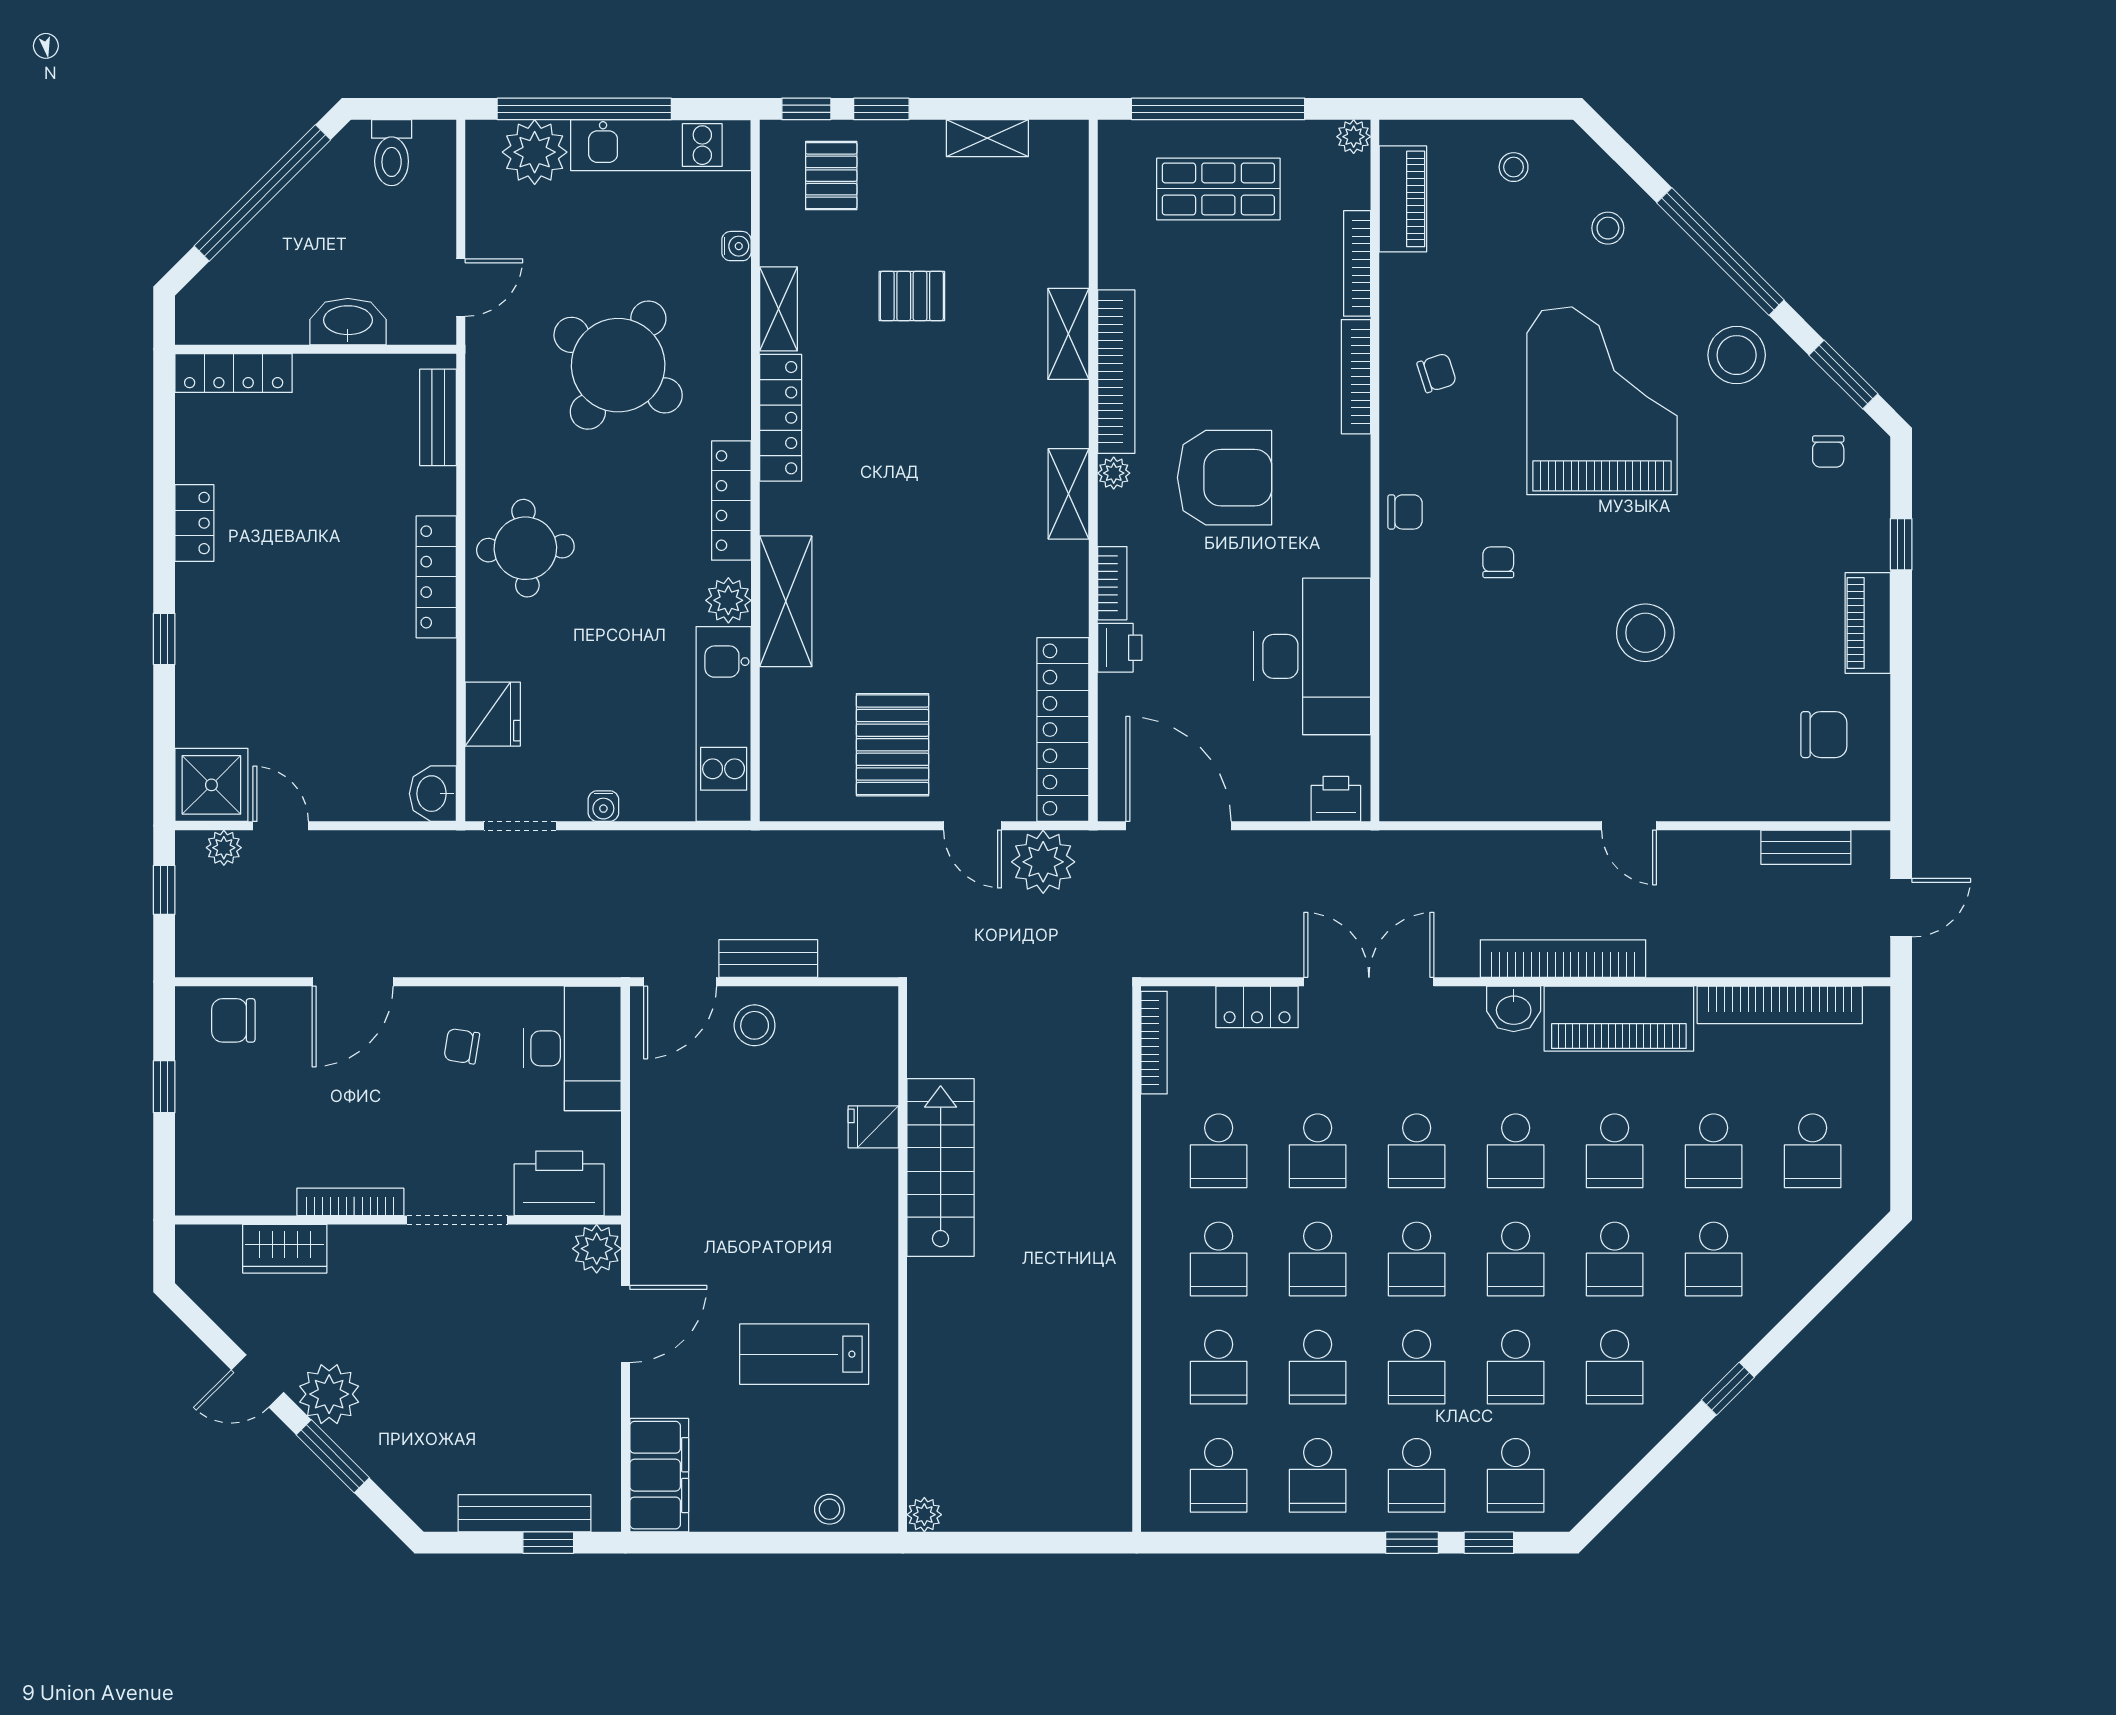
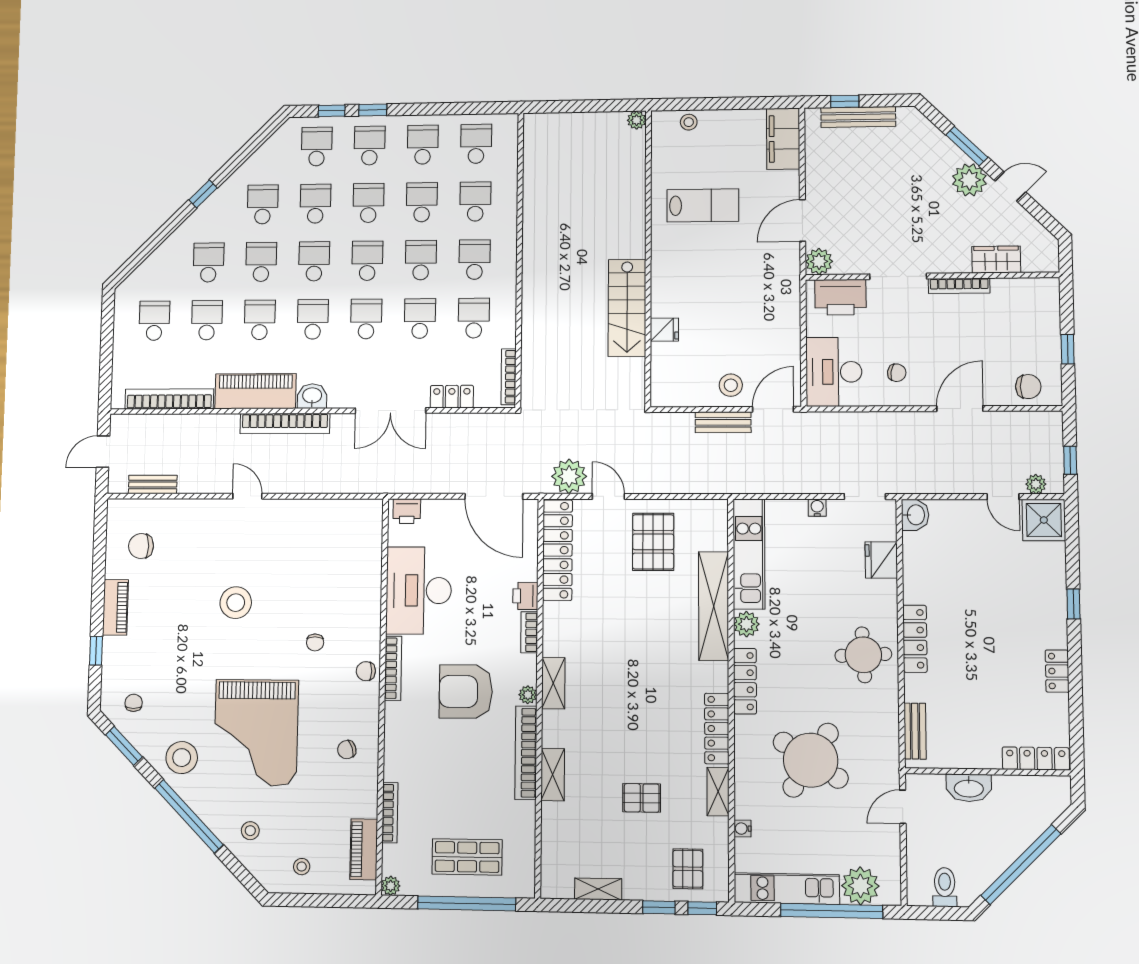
bookcase: (1356, 377) -> (393, 668), moved
shelving: (786, 601) -> (714, 606), width x1.47

